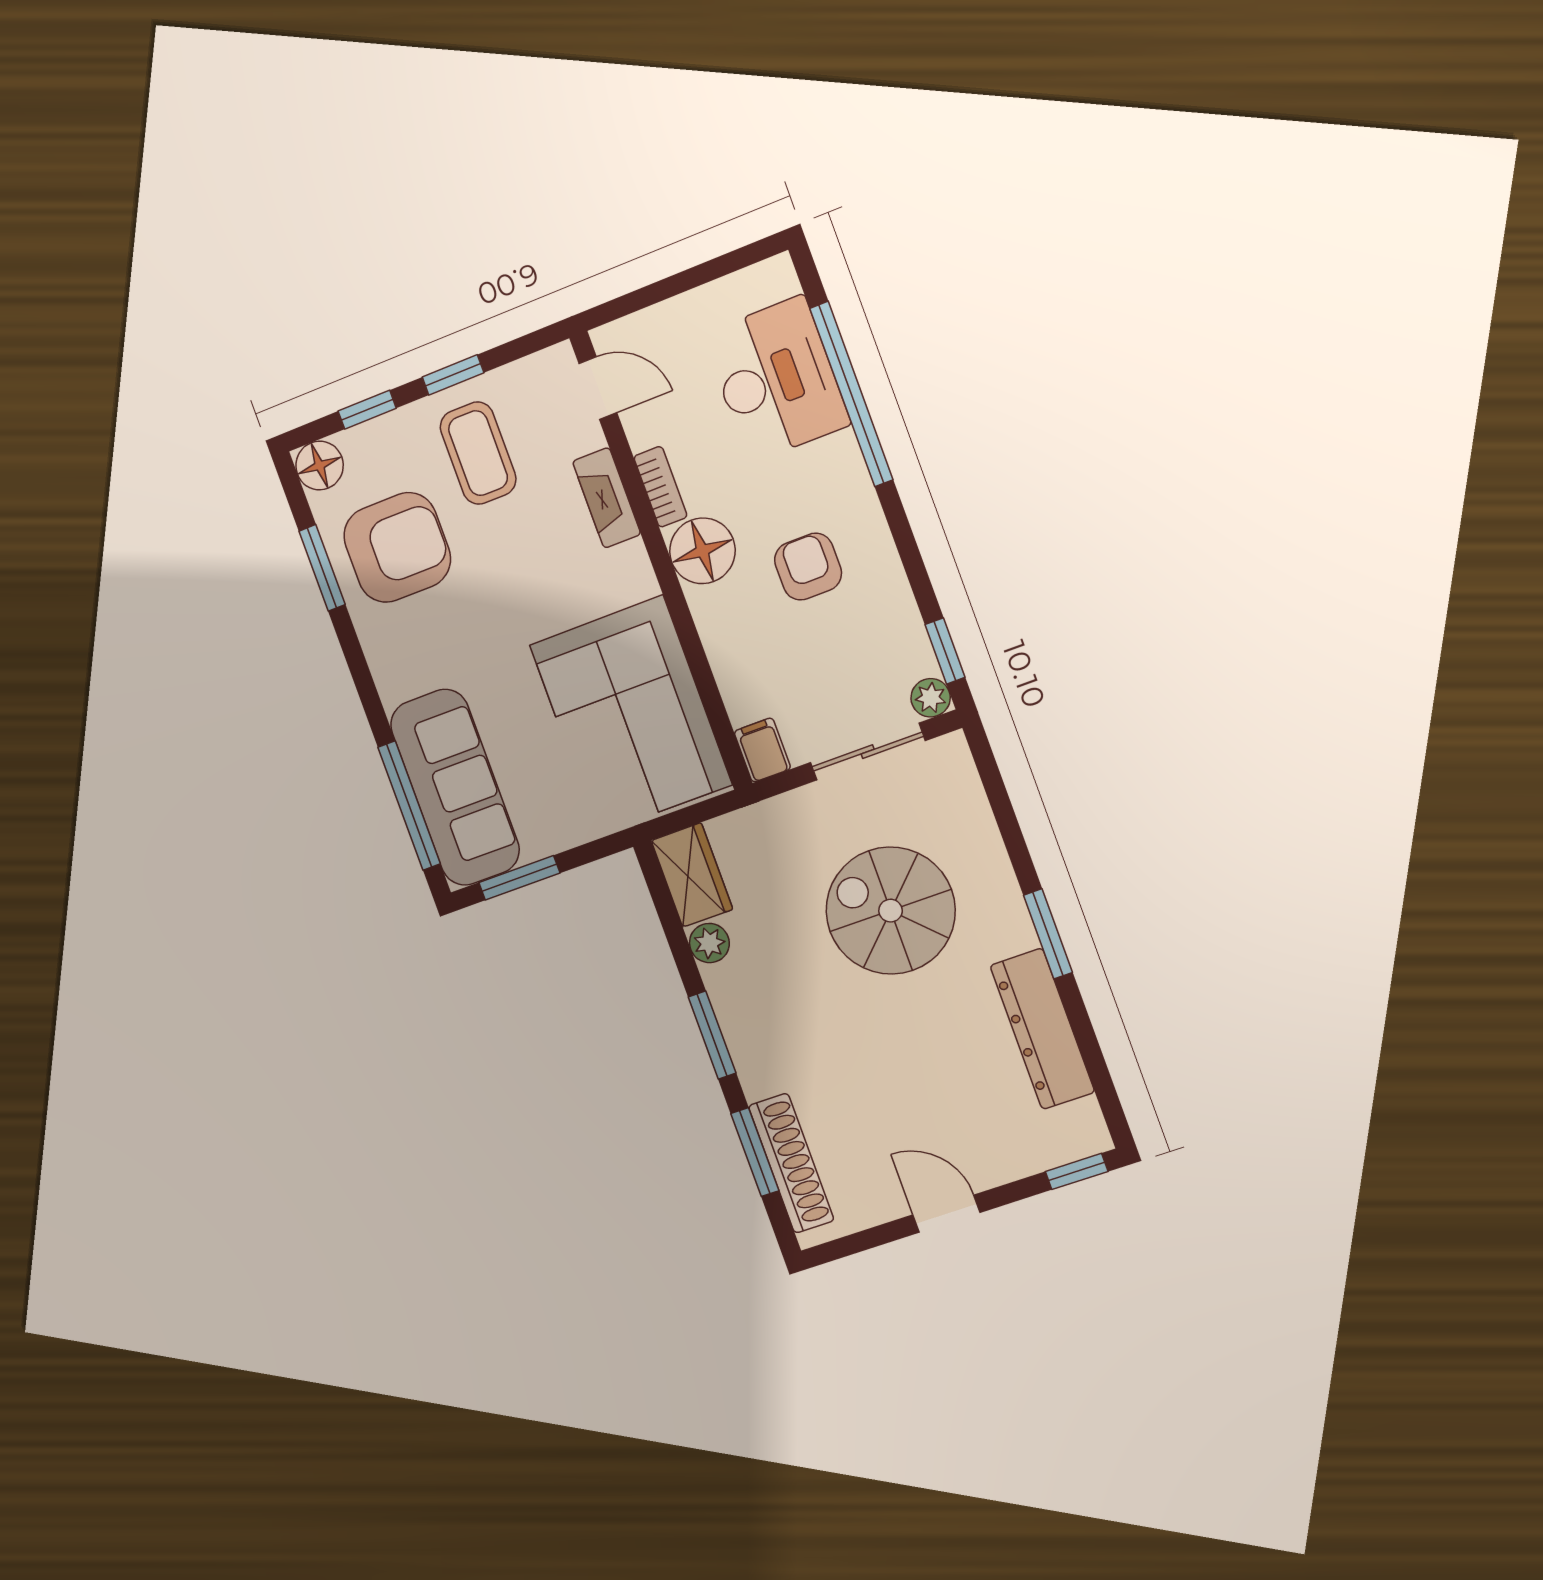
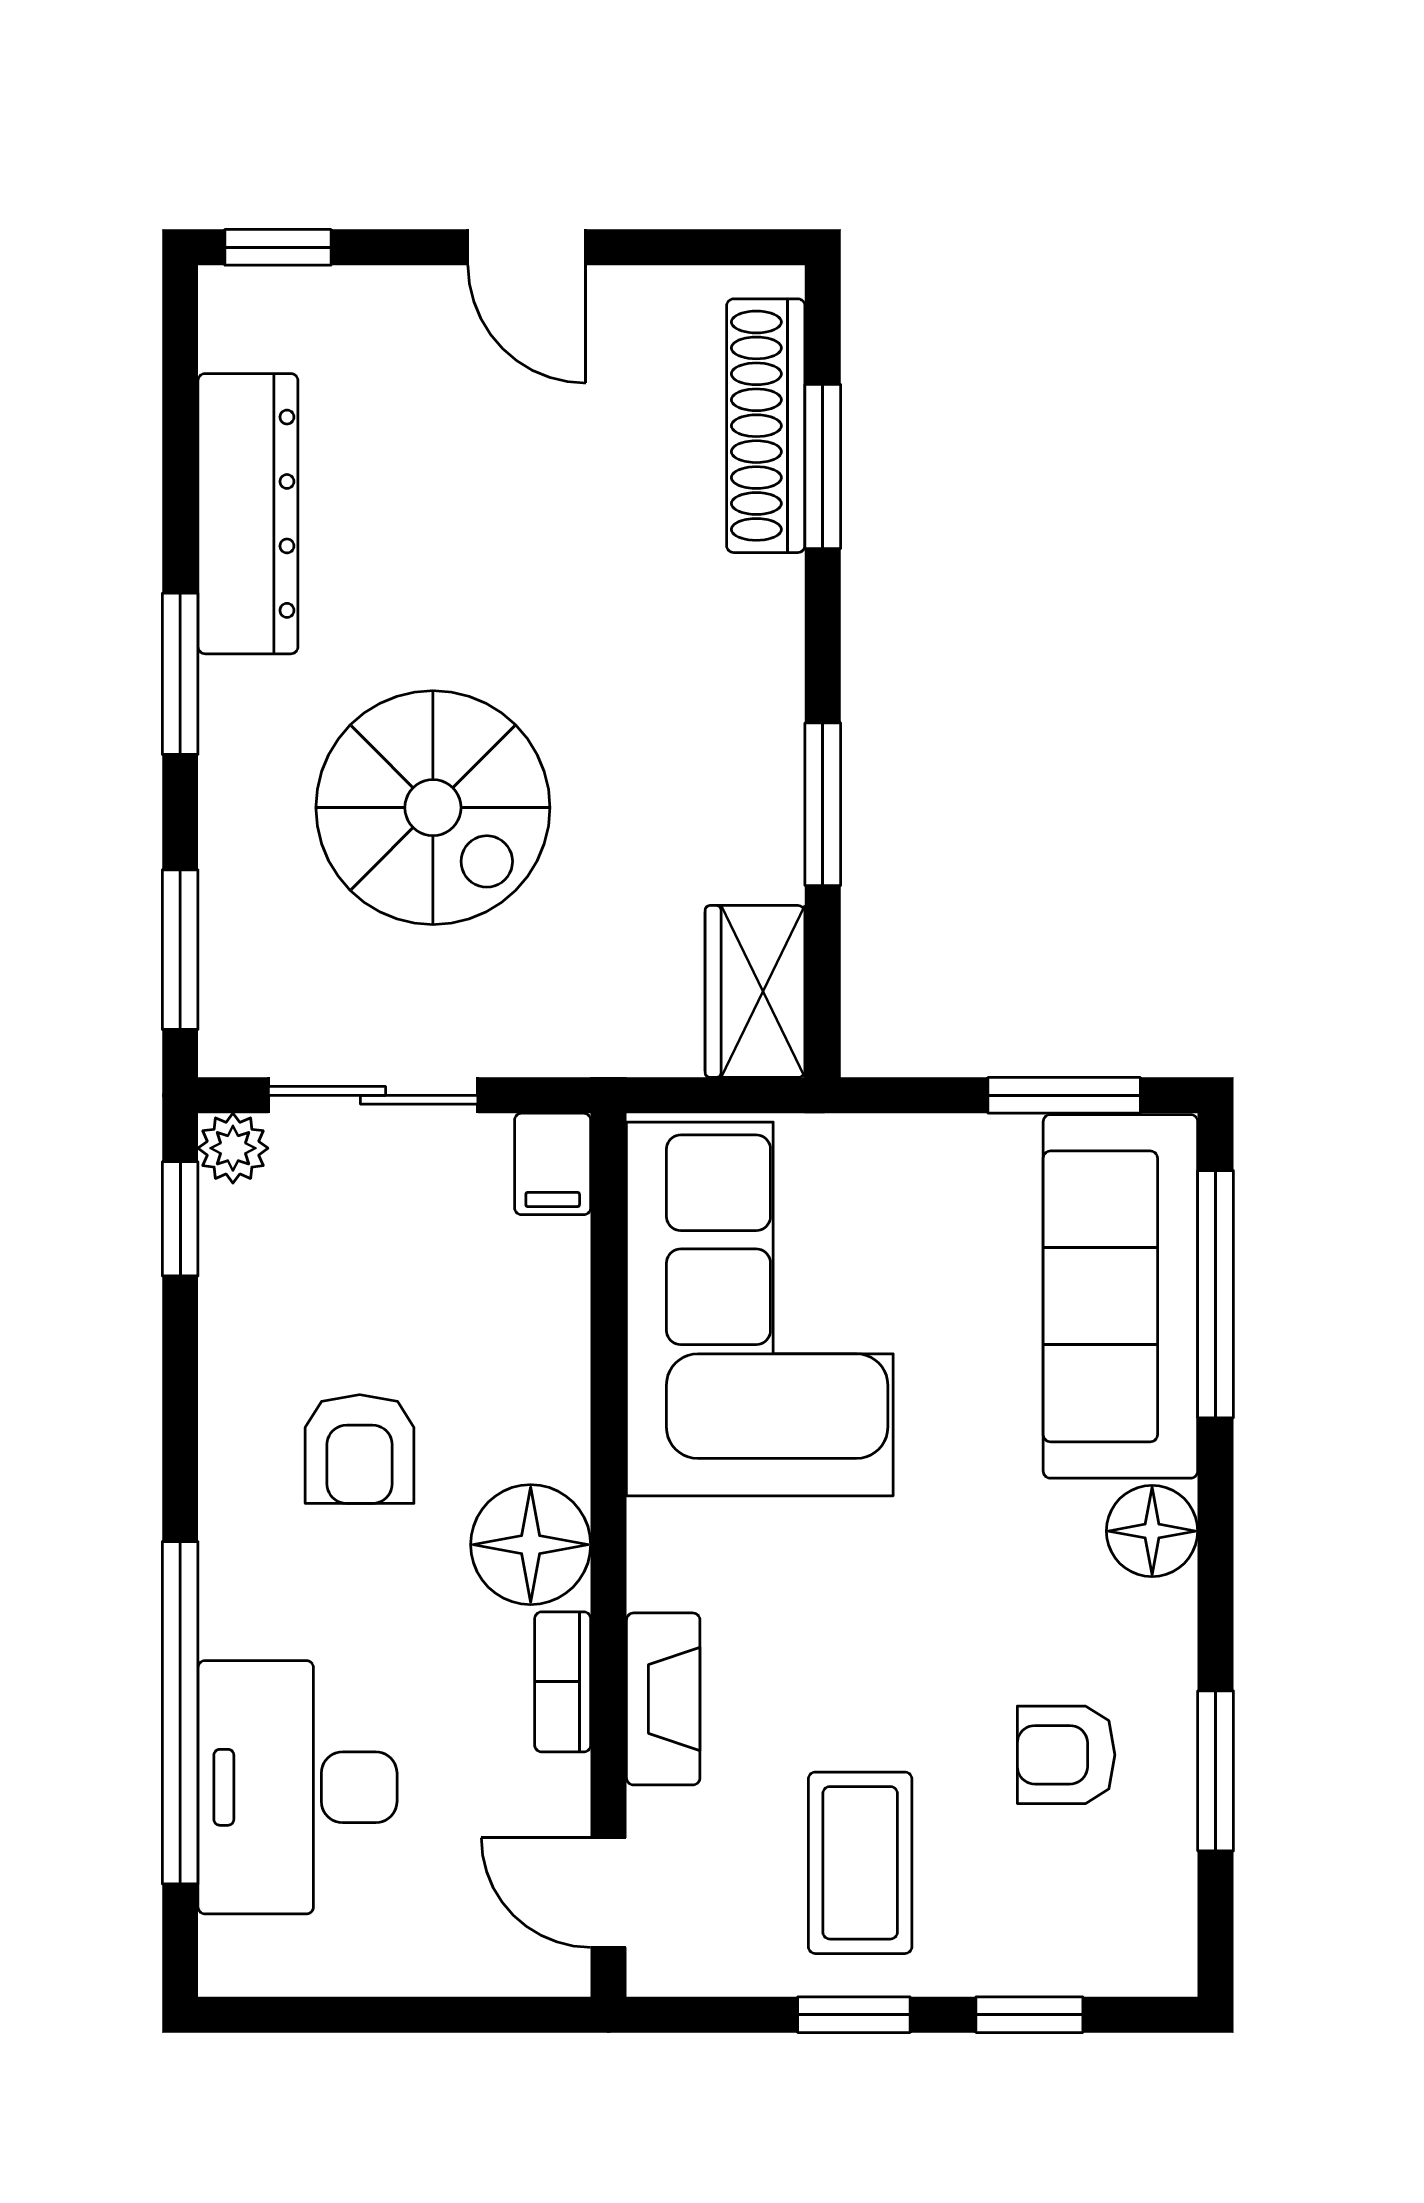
floor lamp: (320, 466) -> (1152, 1531), moved
armchair: (397, 547) -> (1066, 1755), width x0.53, depth x0.53
window: (996, 791) -> (180, 950), added
plant: (709, 943) -> (768, 862), removed
window: (712, 1035) -> (823, 804), moved

